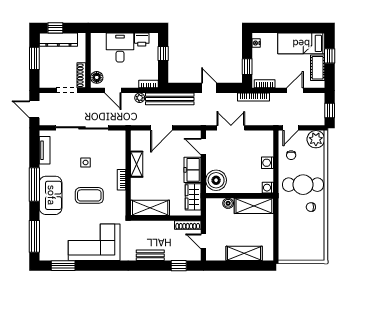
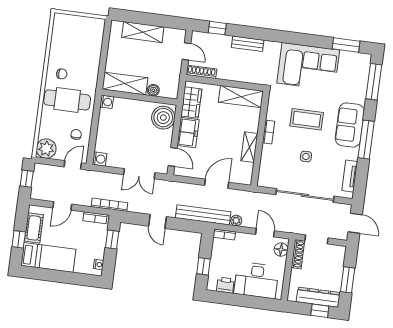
desk: (120, 48) -> (256, 280), width x1.37
washing machine: (268, 163) -> (100, 159), moved

